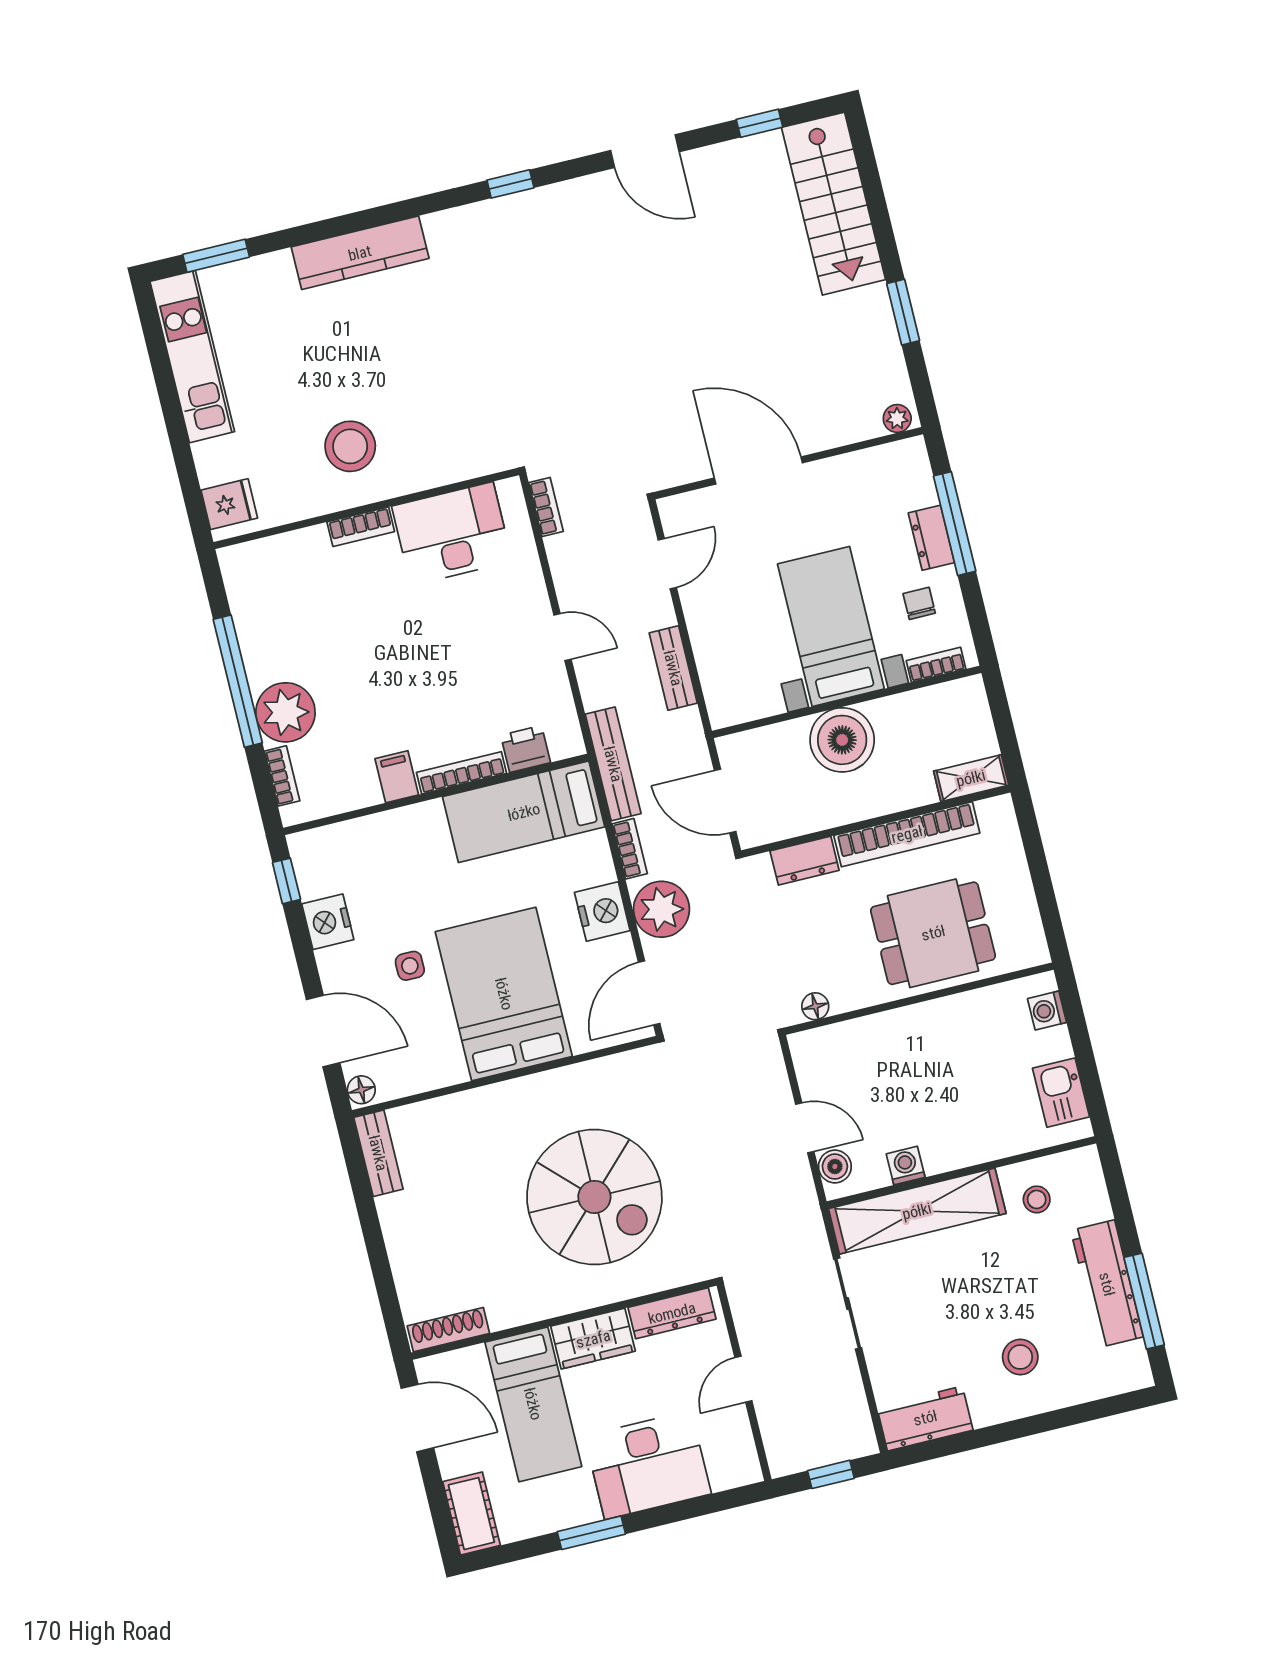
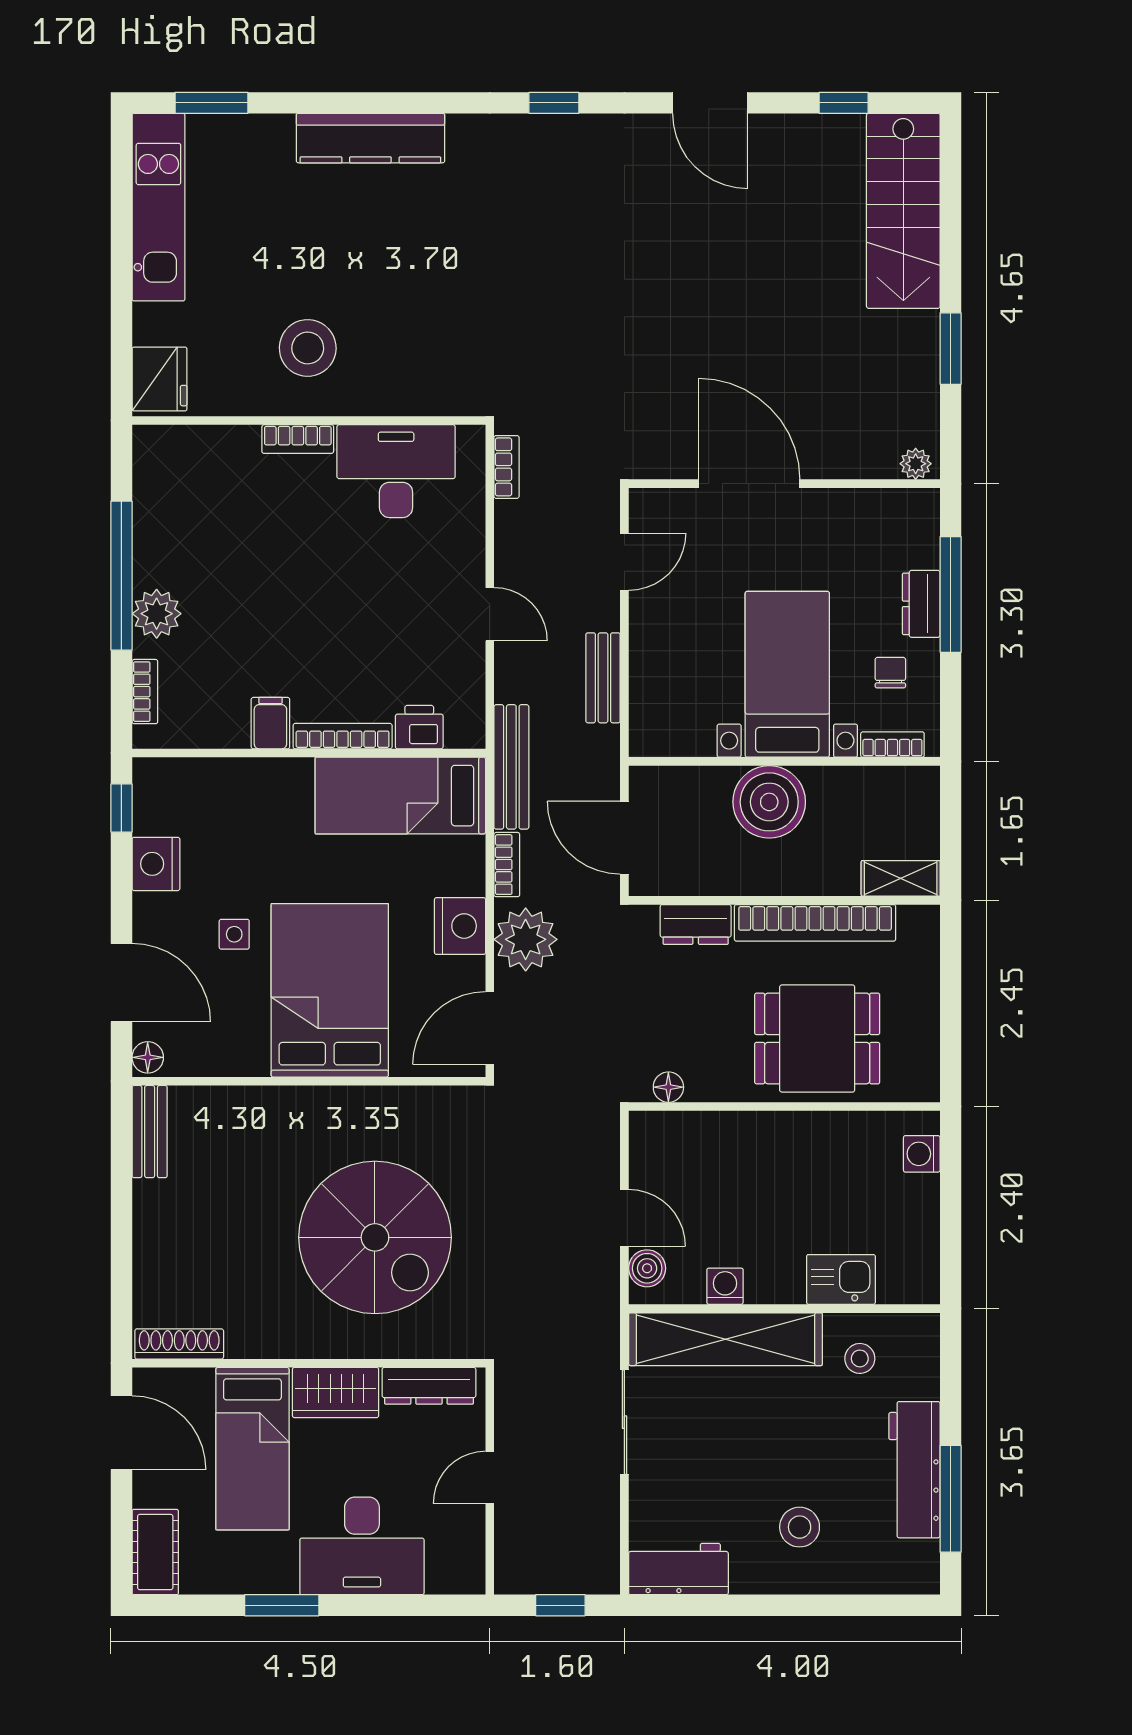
fridge: (229, 504) -> (159, 379), width x1.38
plant: (285, 712) -> (157, 614), width x0.73, depth x0.73
kitchen sink: (1061, 1093) -> (841, 1279), moved, turned 90

